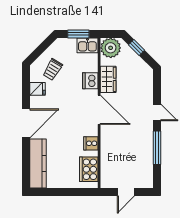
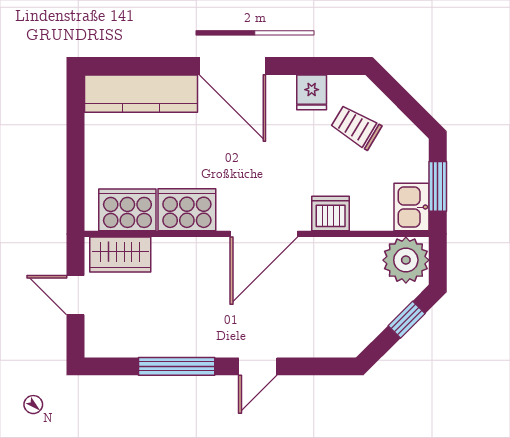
wardrobe: (108, 79) -> (120, 254), moved
cooker: (91, 143) -> (187, 210), width x1.87, depth x1.31

